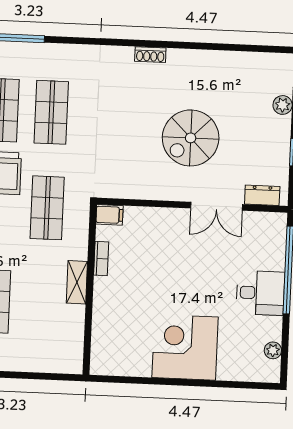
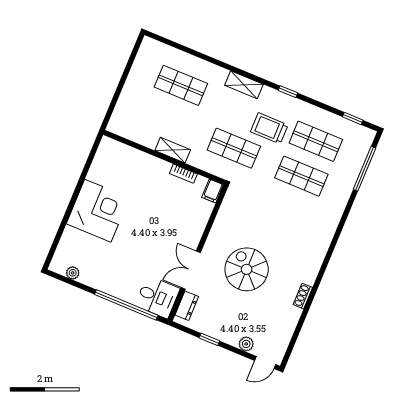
shoe rack: (150, 55) -> (303, 296), moved
desk: (260, 293) -> (157, 297), moved, turned -90

